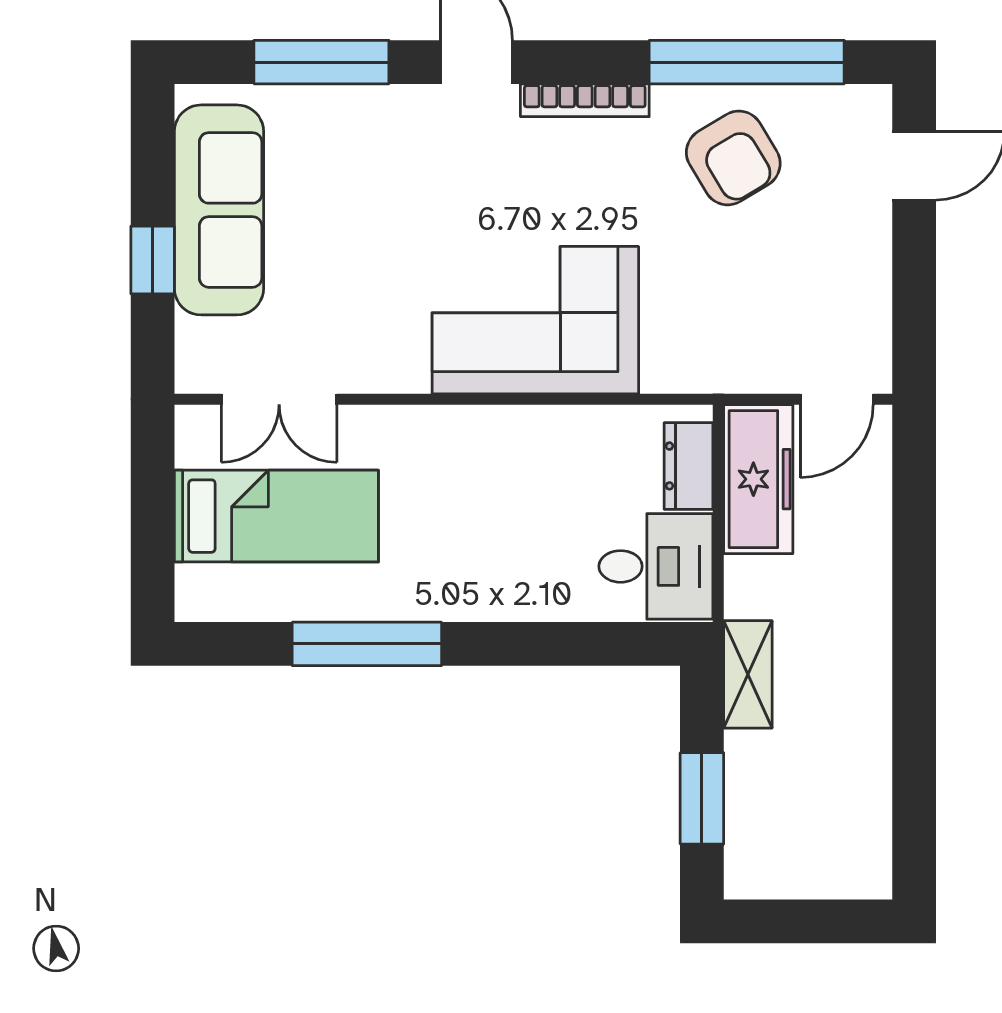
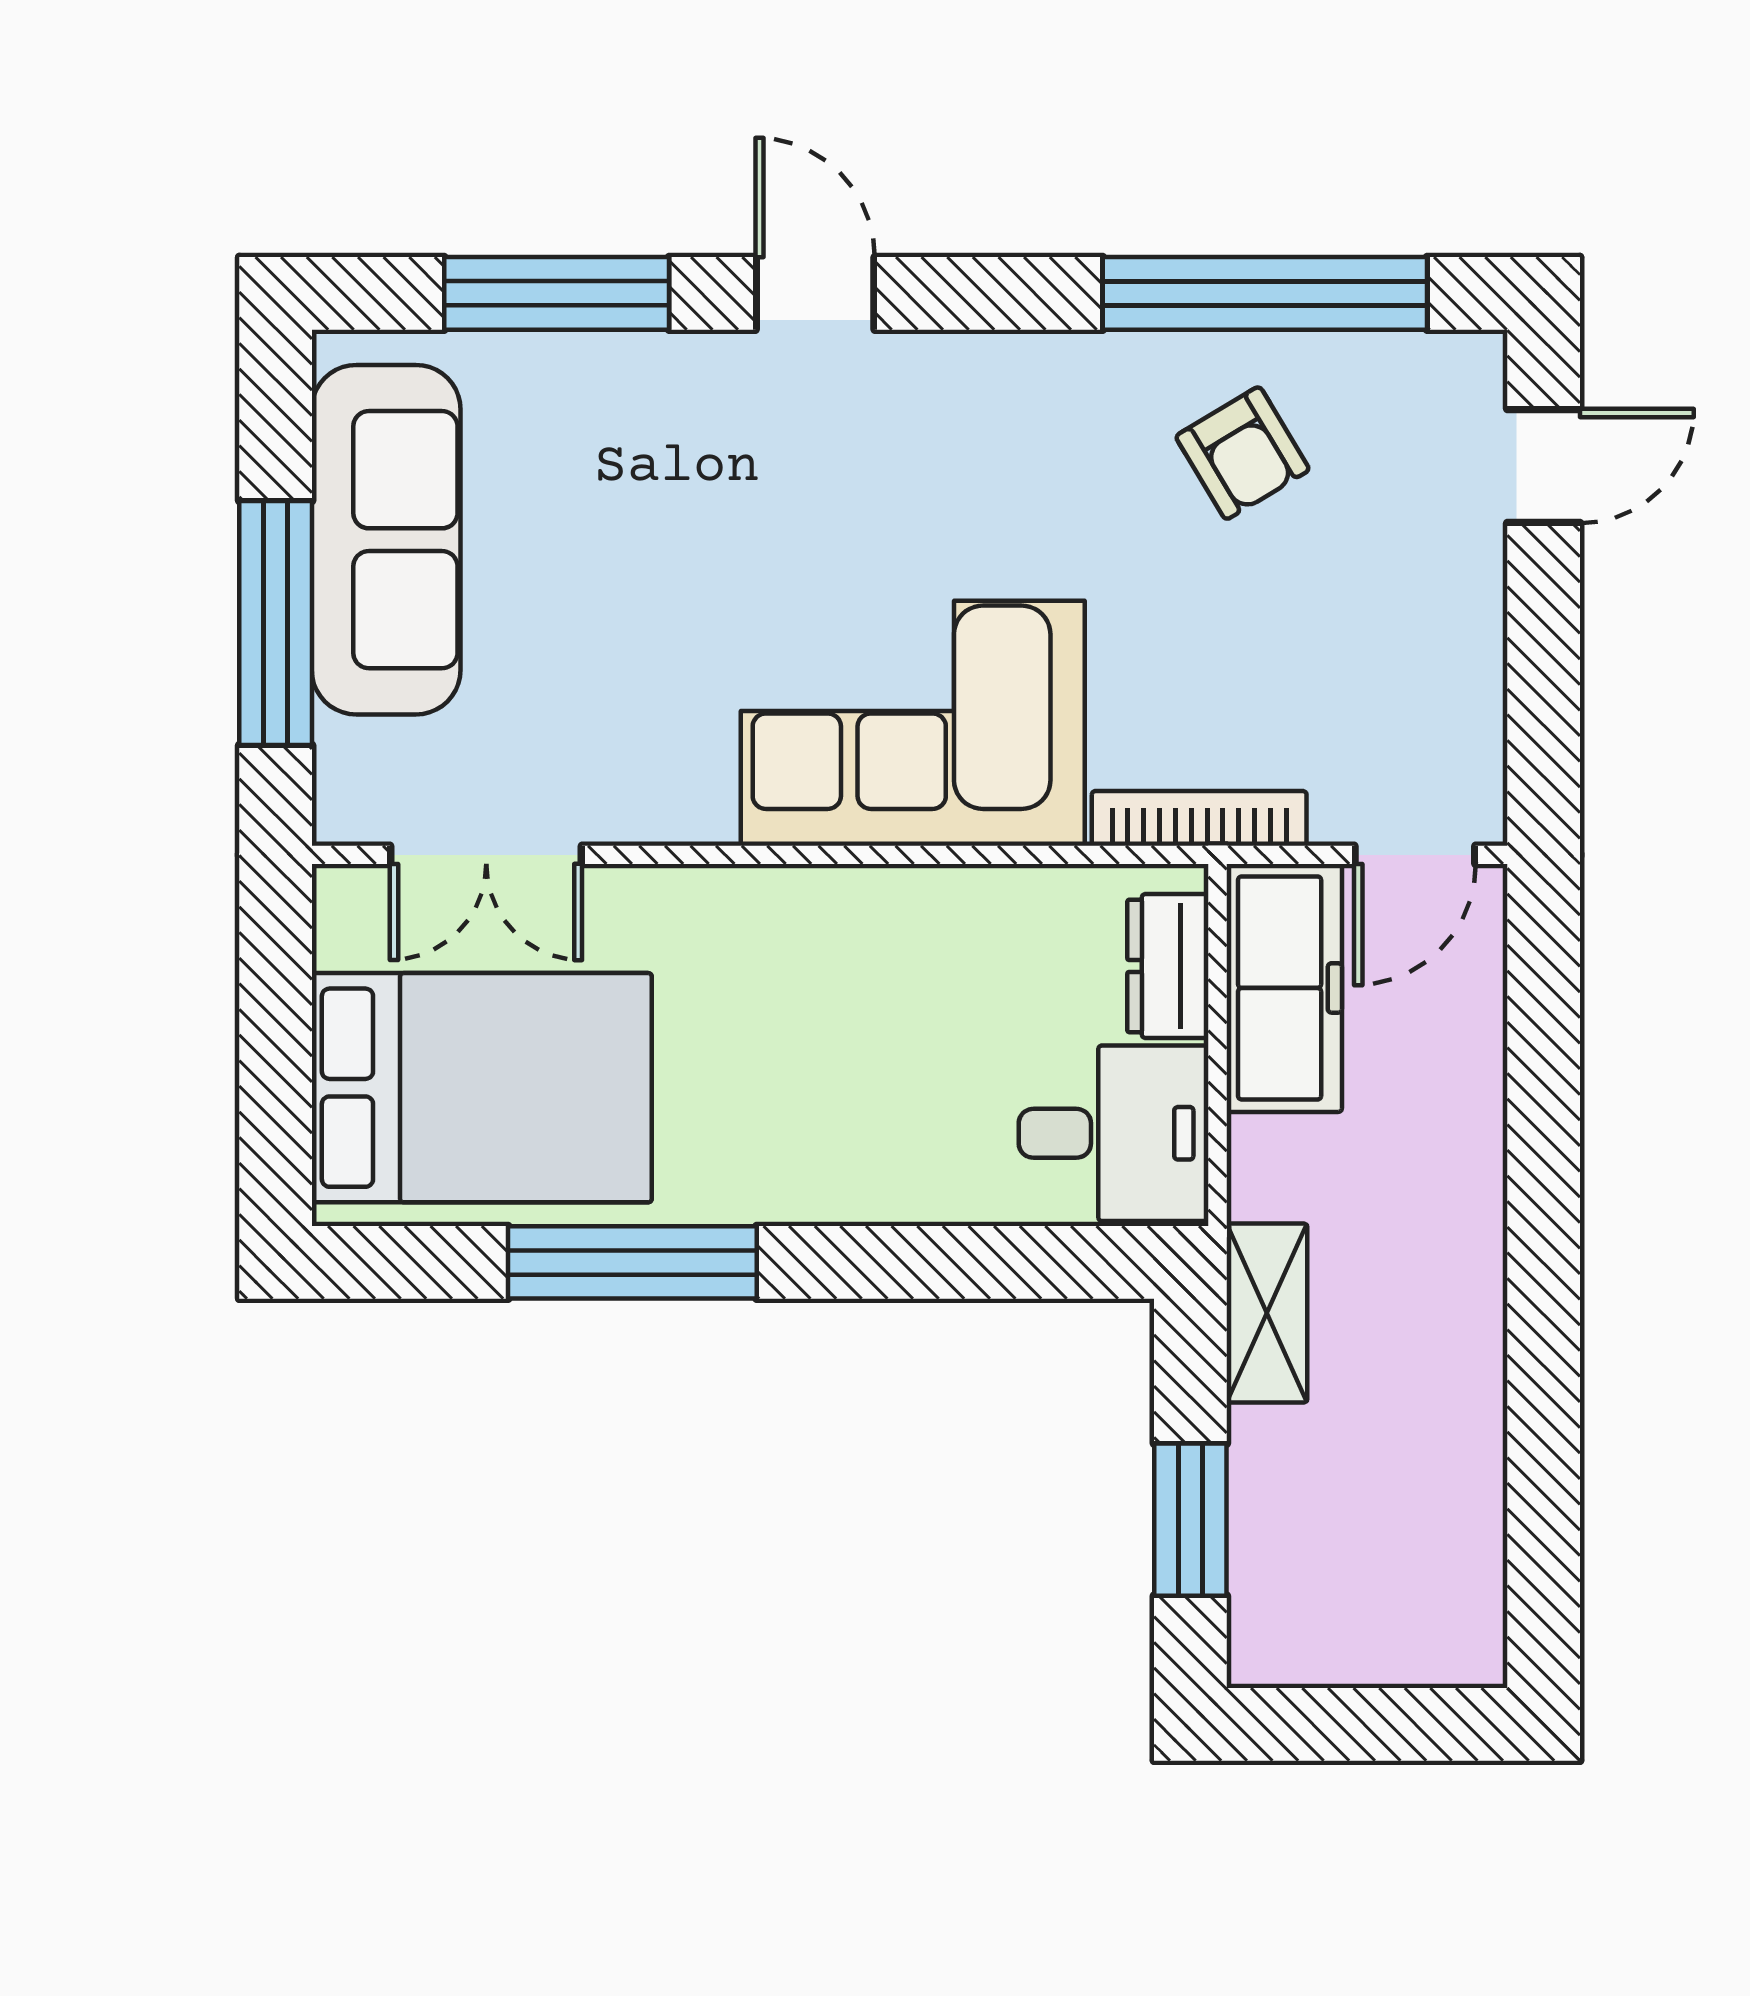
bookcase: (585, 100) -> (1199, 818), moved, turned 180
armchair: (733, 158) -> (1242, 453), width x0.72, depth x0.72
window: (153, 260) -> (276, 623), width x2.17
bed: (276, 516) -> (482, 1088), width x1.50

